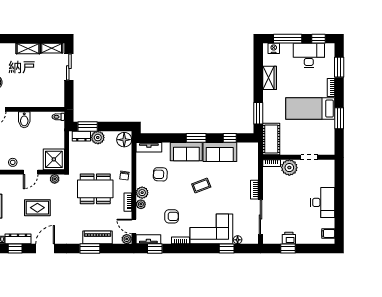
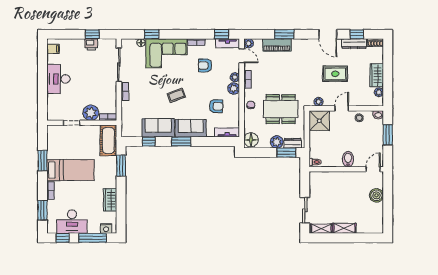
dining table: (95, 189) -> (281, 109), moved
door: (45, 249) -> (328, 34), hinge flipped

